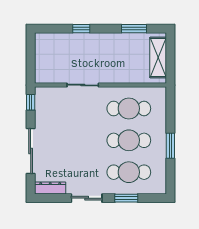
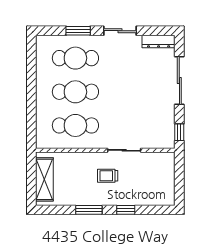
window: (134, 29) -> (89, 210), moved
trolley: (98, 61) -> (108, 176), added
window: (170, 146) -> (31, 86), removed

